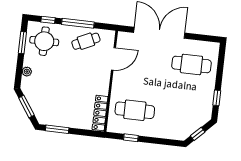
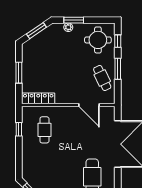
window: (78, 23) -> (118, 69), width x0.69
window: (22, 43) -> (74, 20), moved
cafe table: (135, 110) -> (44, 130), width x0.73, depth x0.74
window: (57, 129) -> (19, 73), moved

